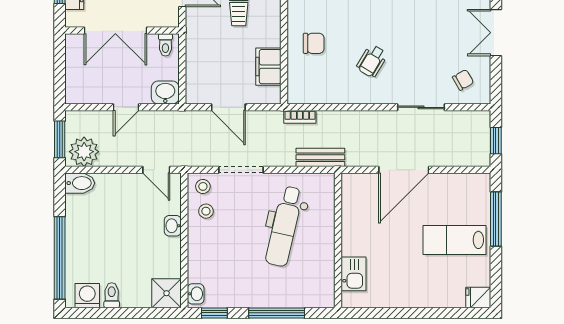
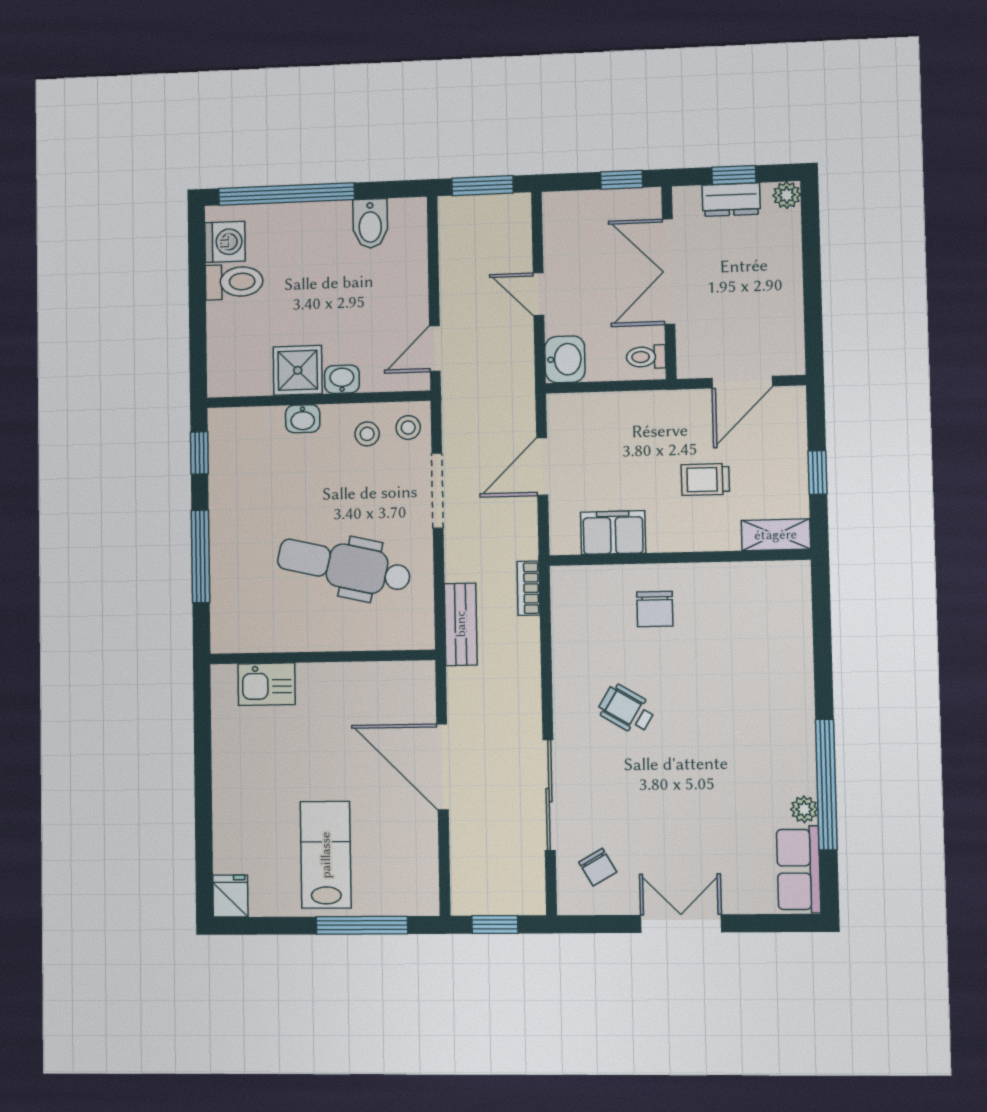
window: (60, 57) -> (622, 180), added
sliding door: (421, 107) -> (549, 795), width x1.37
plant: (84, 152) -> (463, 227), removed
bidet: (80, 183) -> (370, 224), moved
shower: (167, 293) -> (298, 370), moved
washbasin: (196, 294) -> (303, 419), moved
toilet: (112, 295) -> (234, 282), width x1.37, depth x1.39

